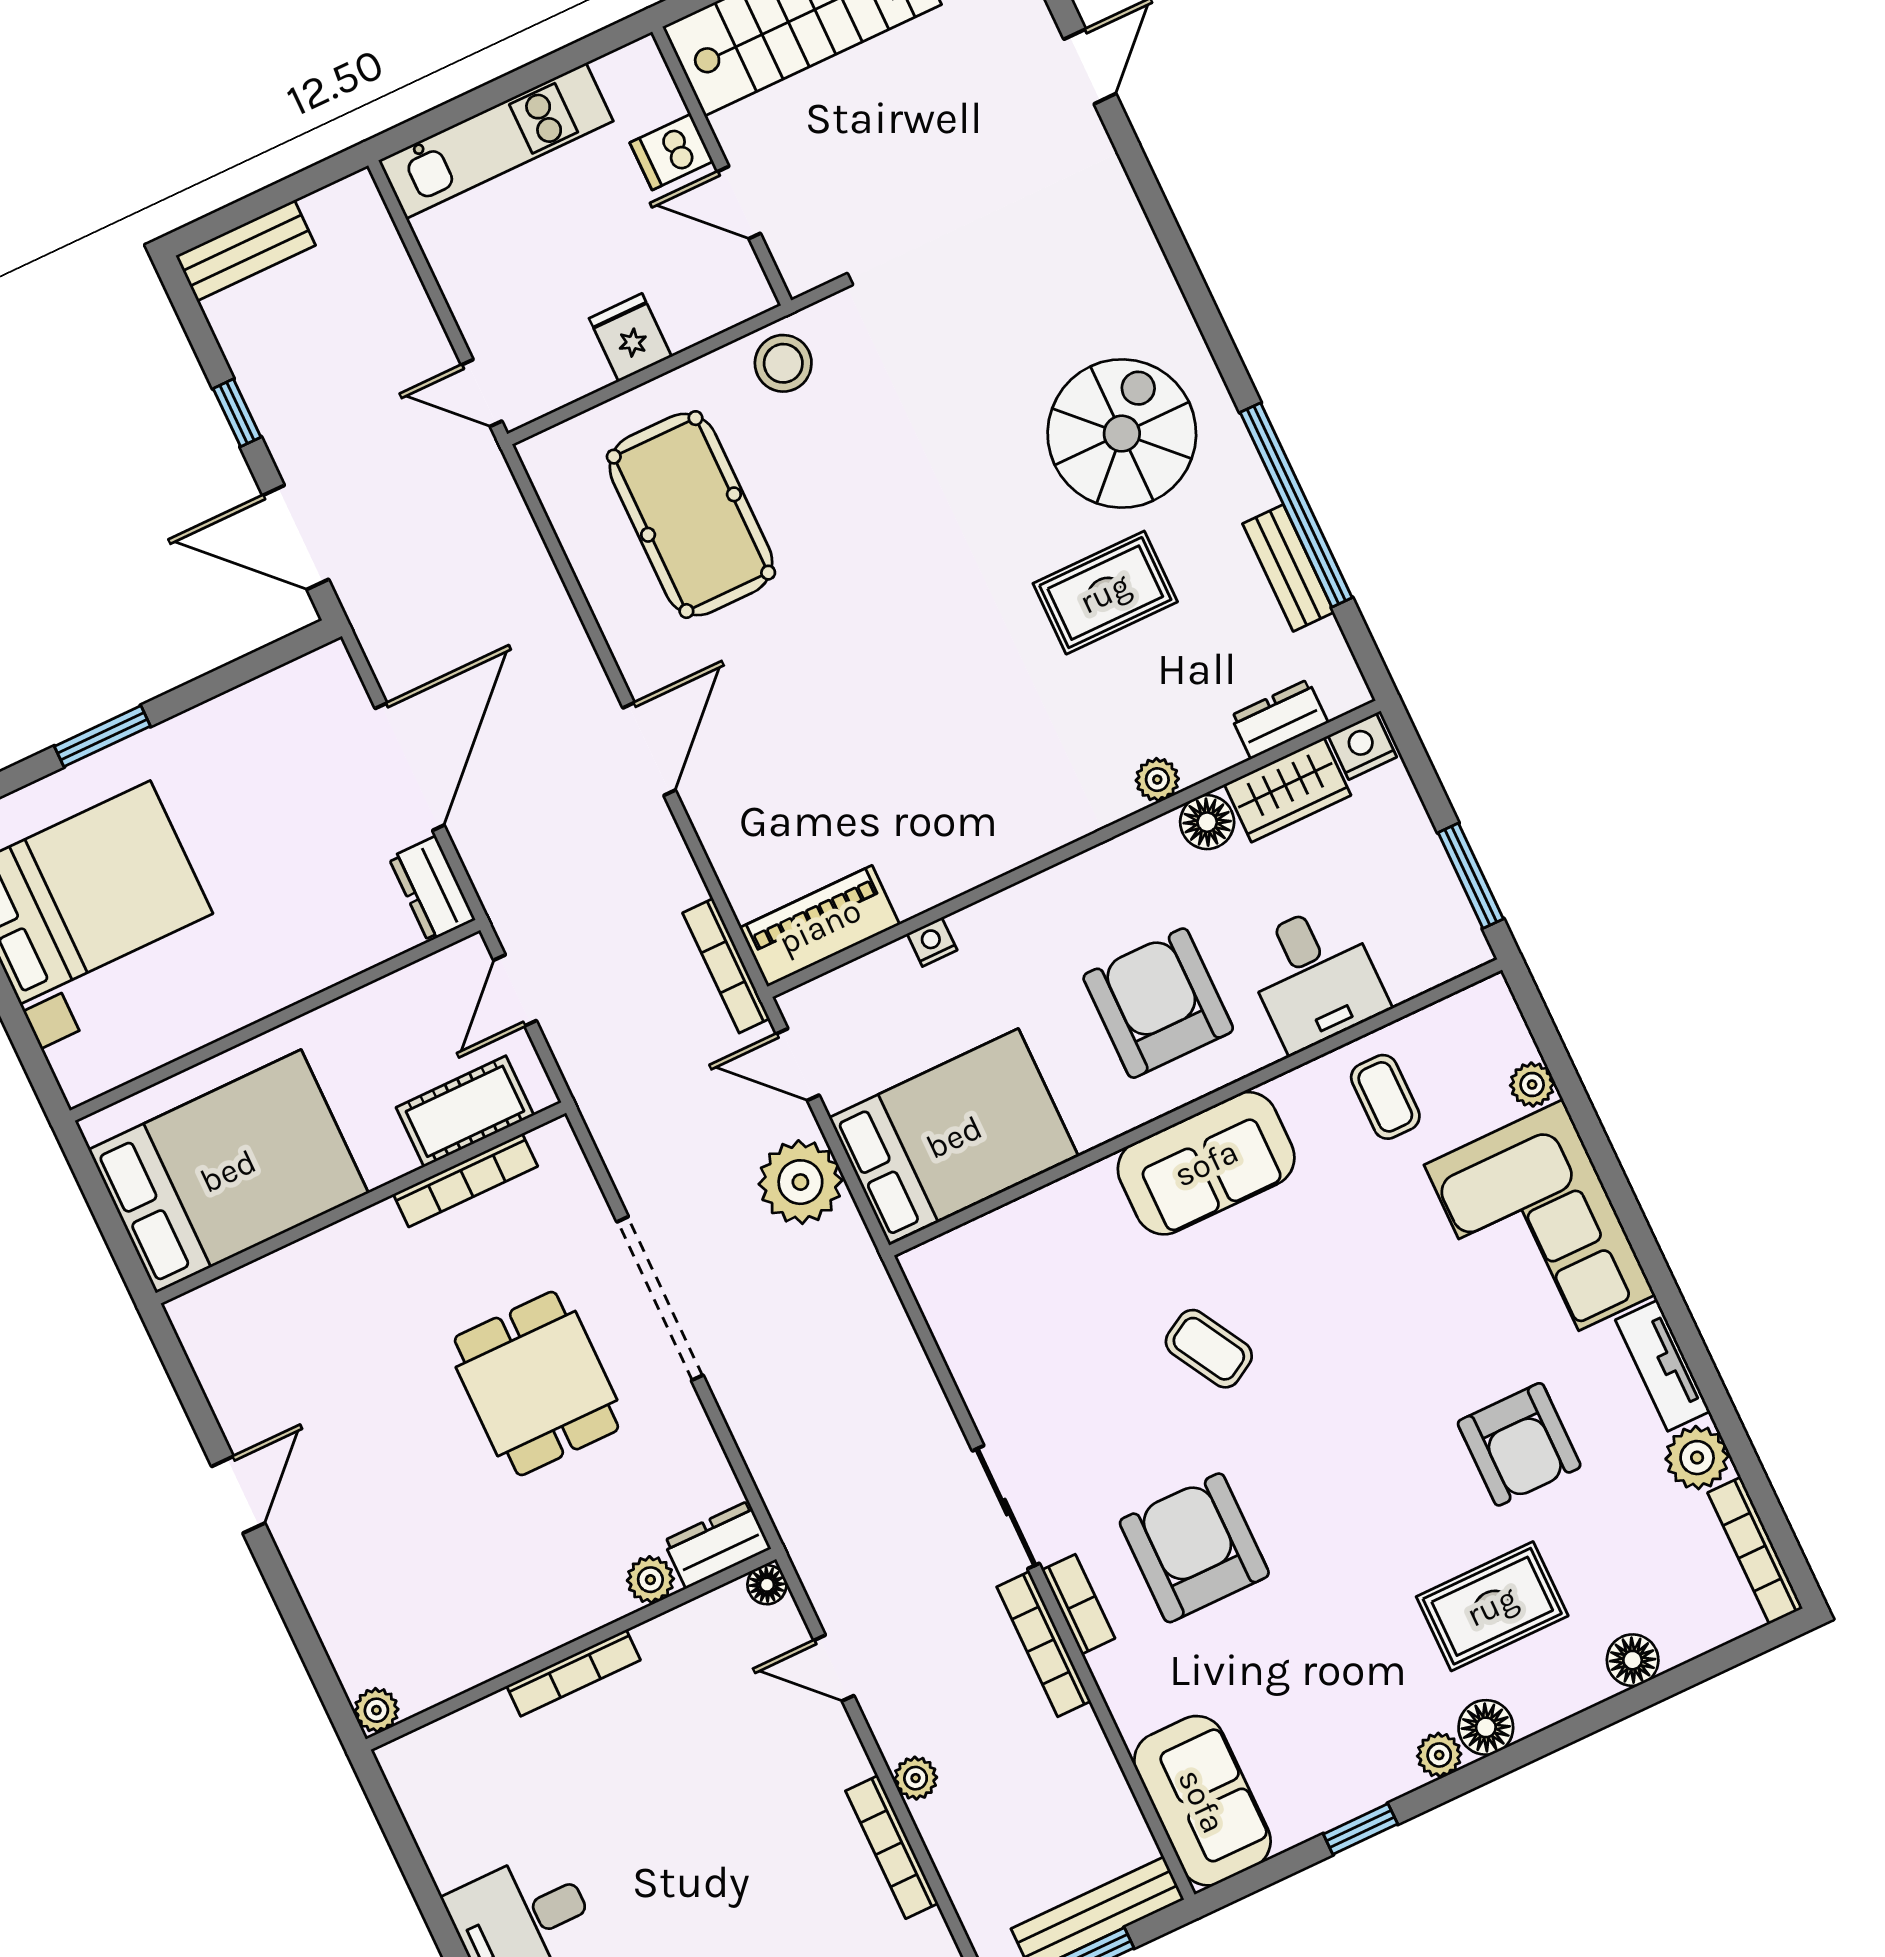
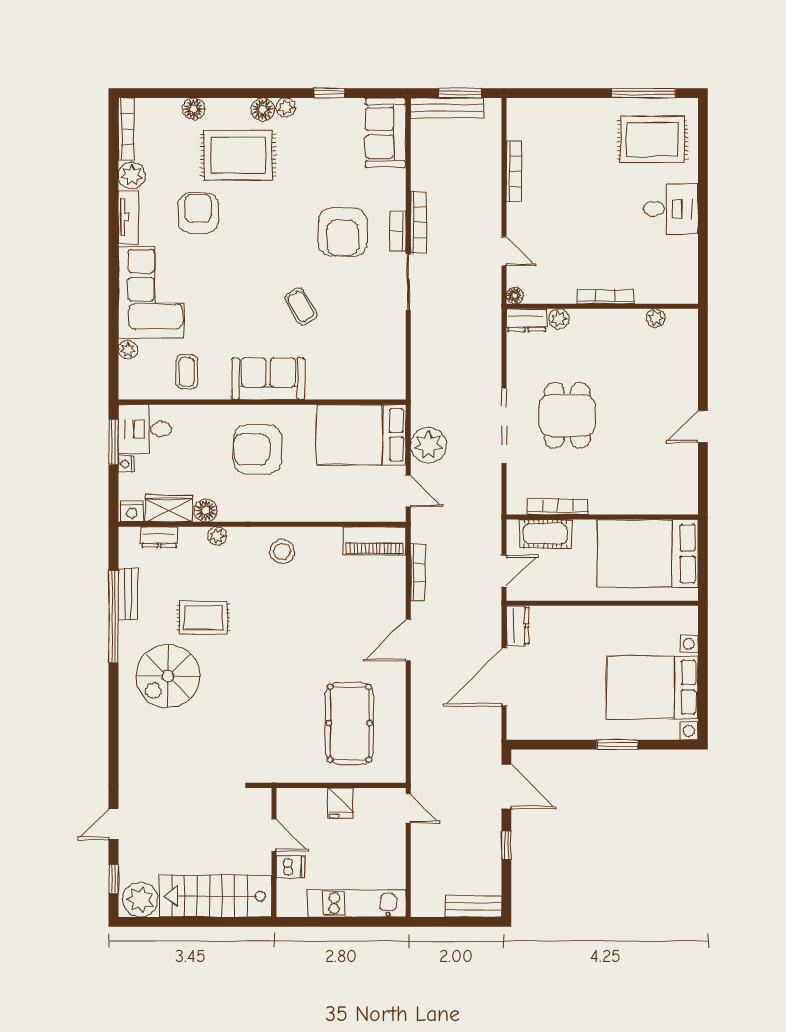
stool: (783, 363) -> (282, 551), moved
nightstand: (932, 942) -> (126, 464), moved, turned 90
bookcase: (726, 966) -> (418, 572), moved
desk: (1315, 977) -> (145, 429), moved, turned -90
armchair: (1158, 1003) -> (258, 449), turned 90
rug: (1492, 1606) -> (238, 155), width x1.36, depth x1.43
plant: (376, 1710) -> (656, 318), moved
plant: (916, 1778) -> (492, 194), removed

